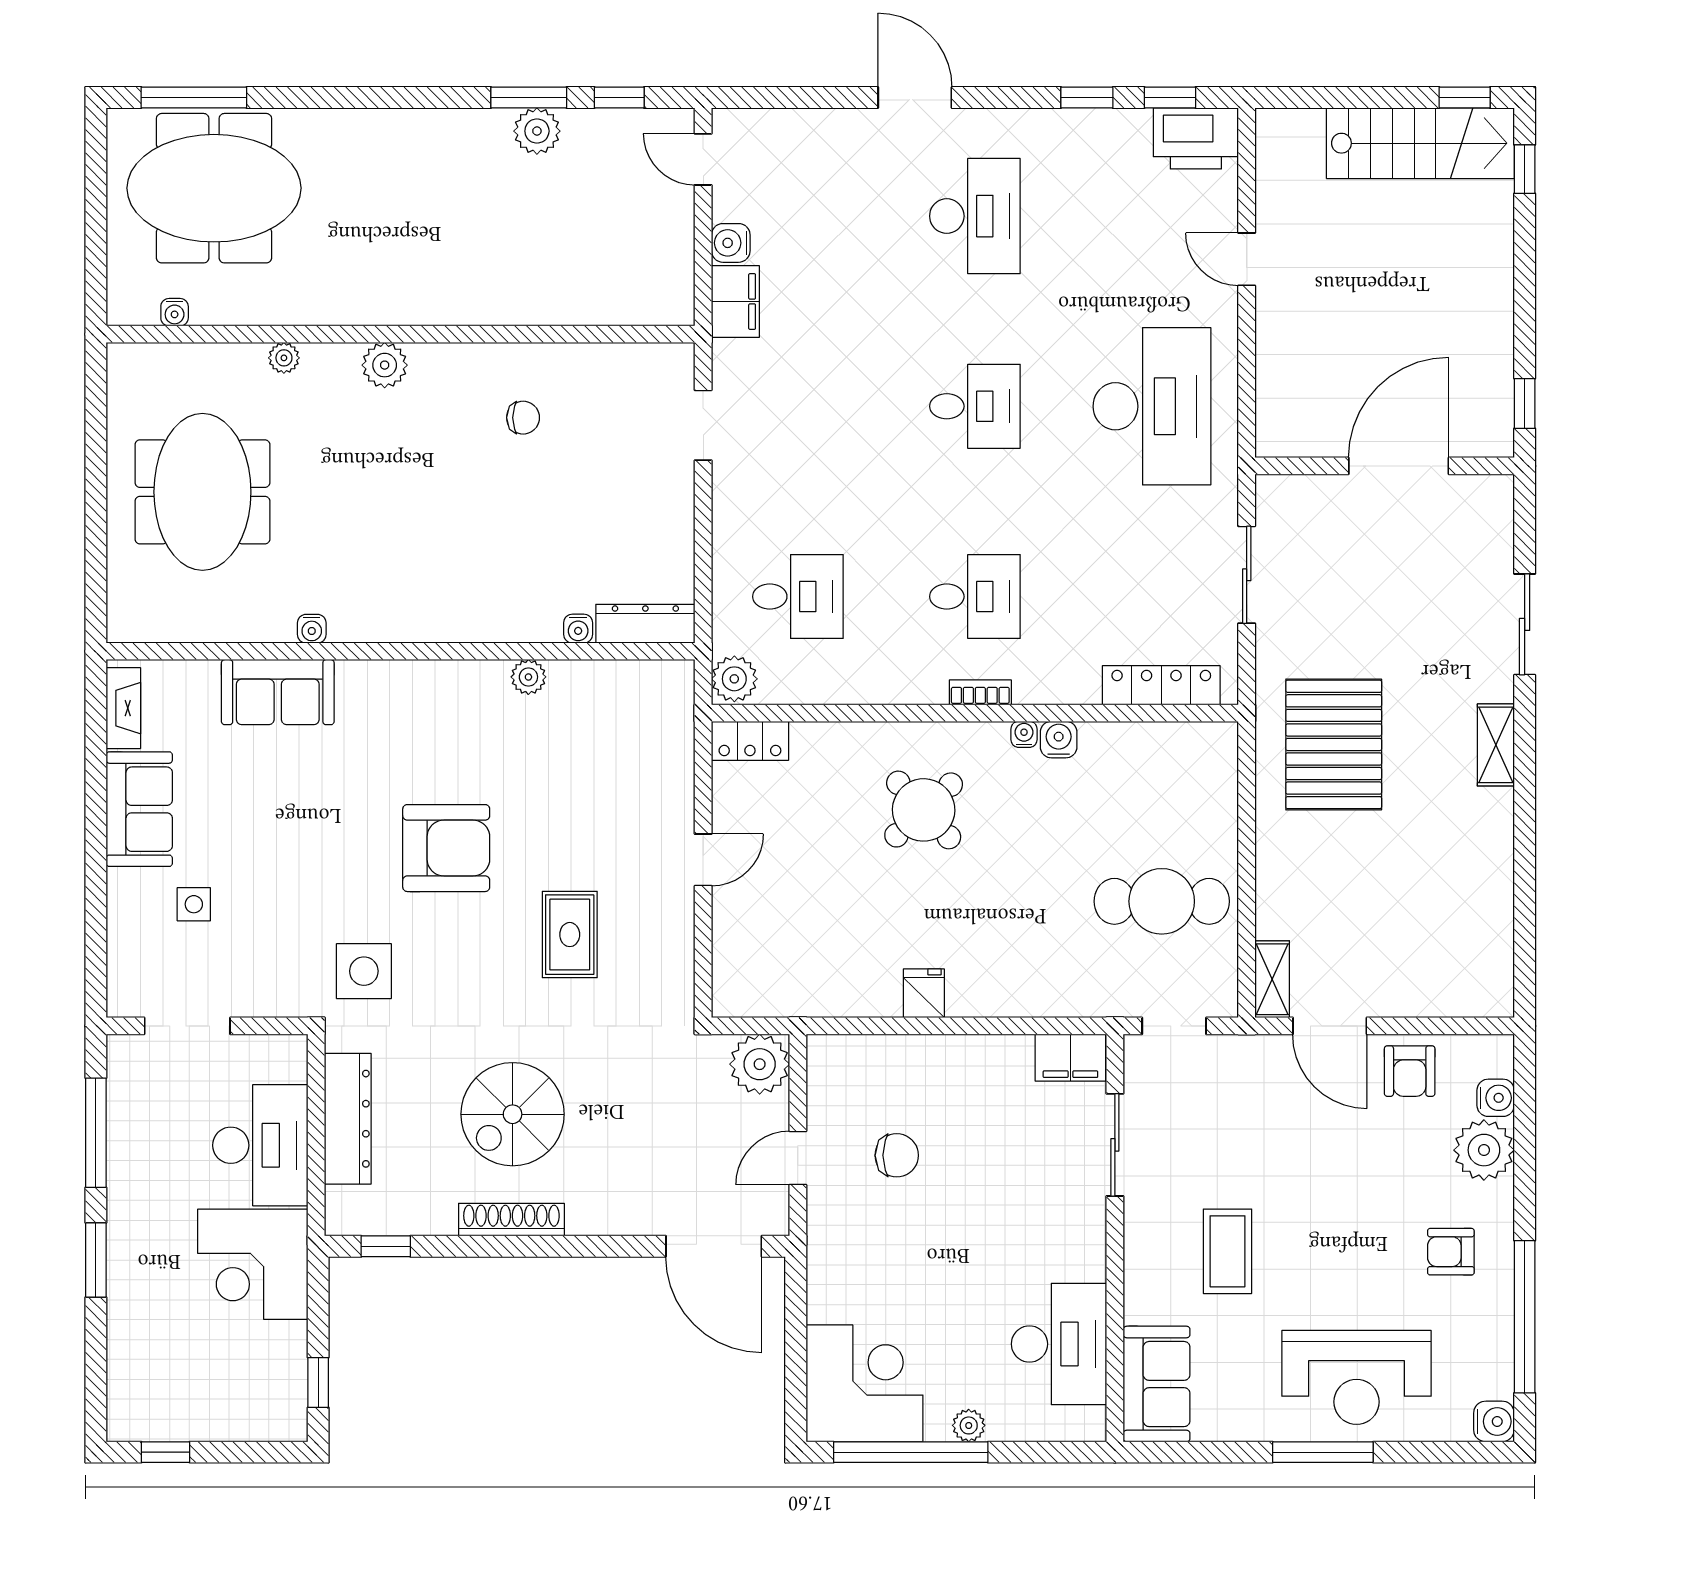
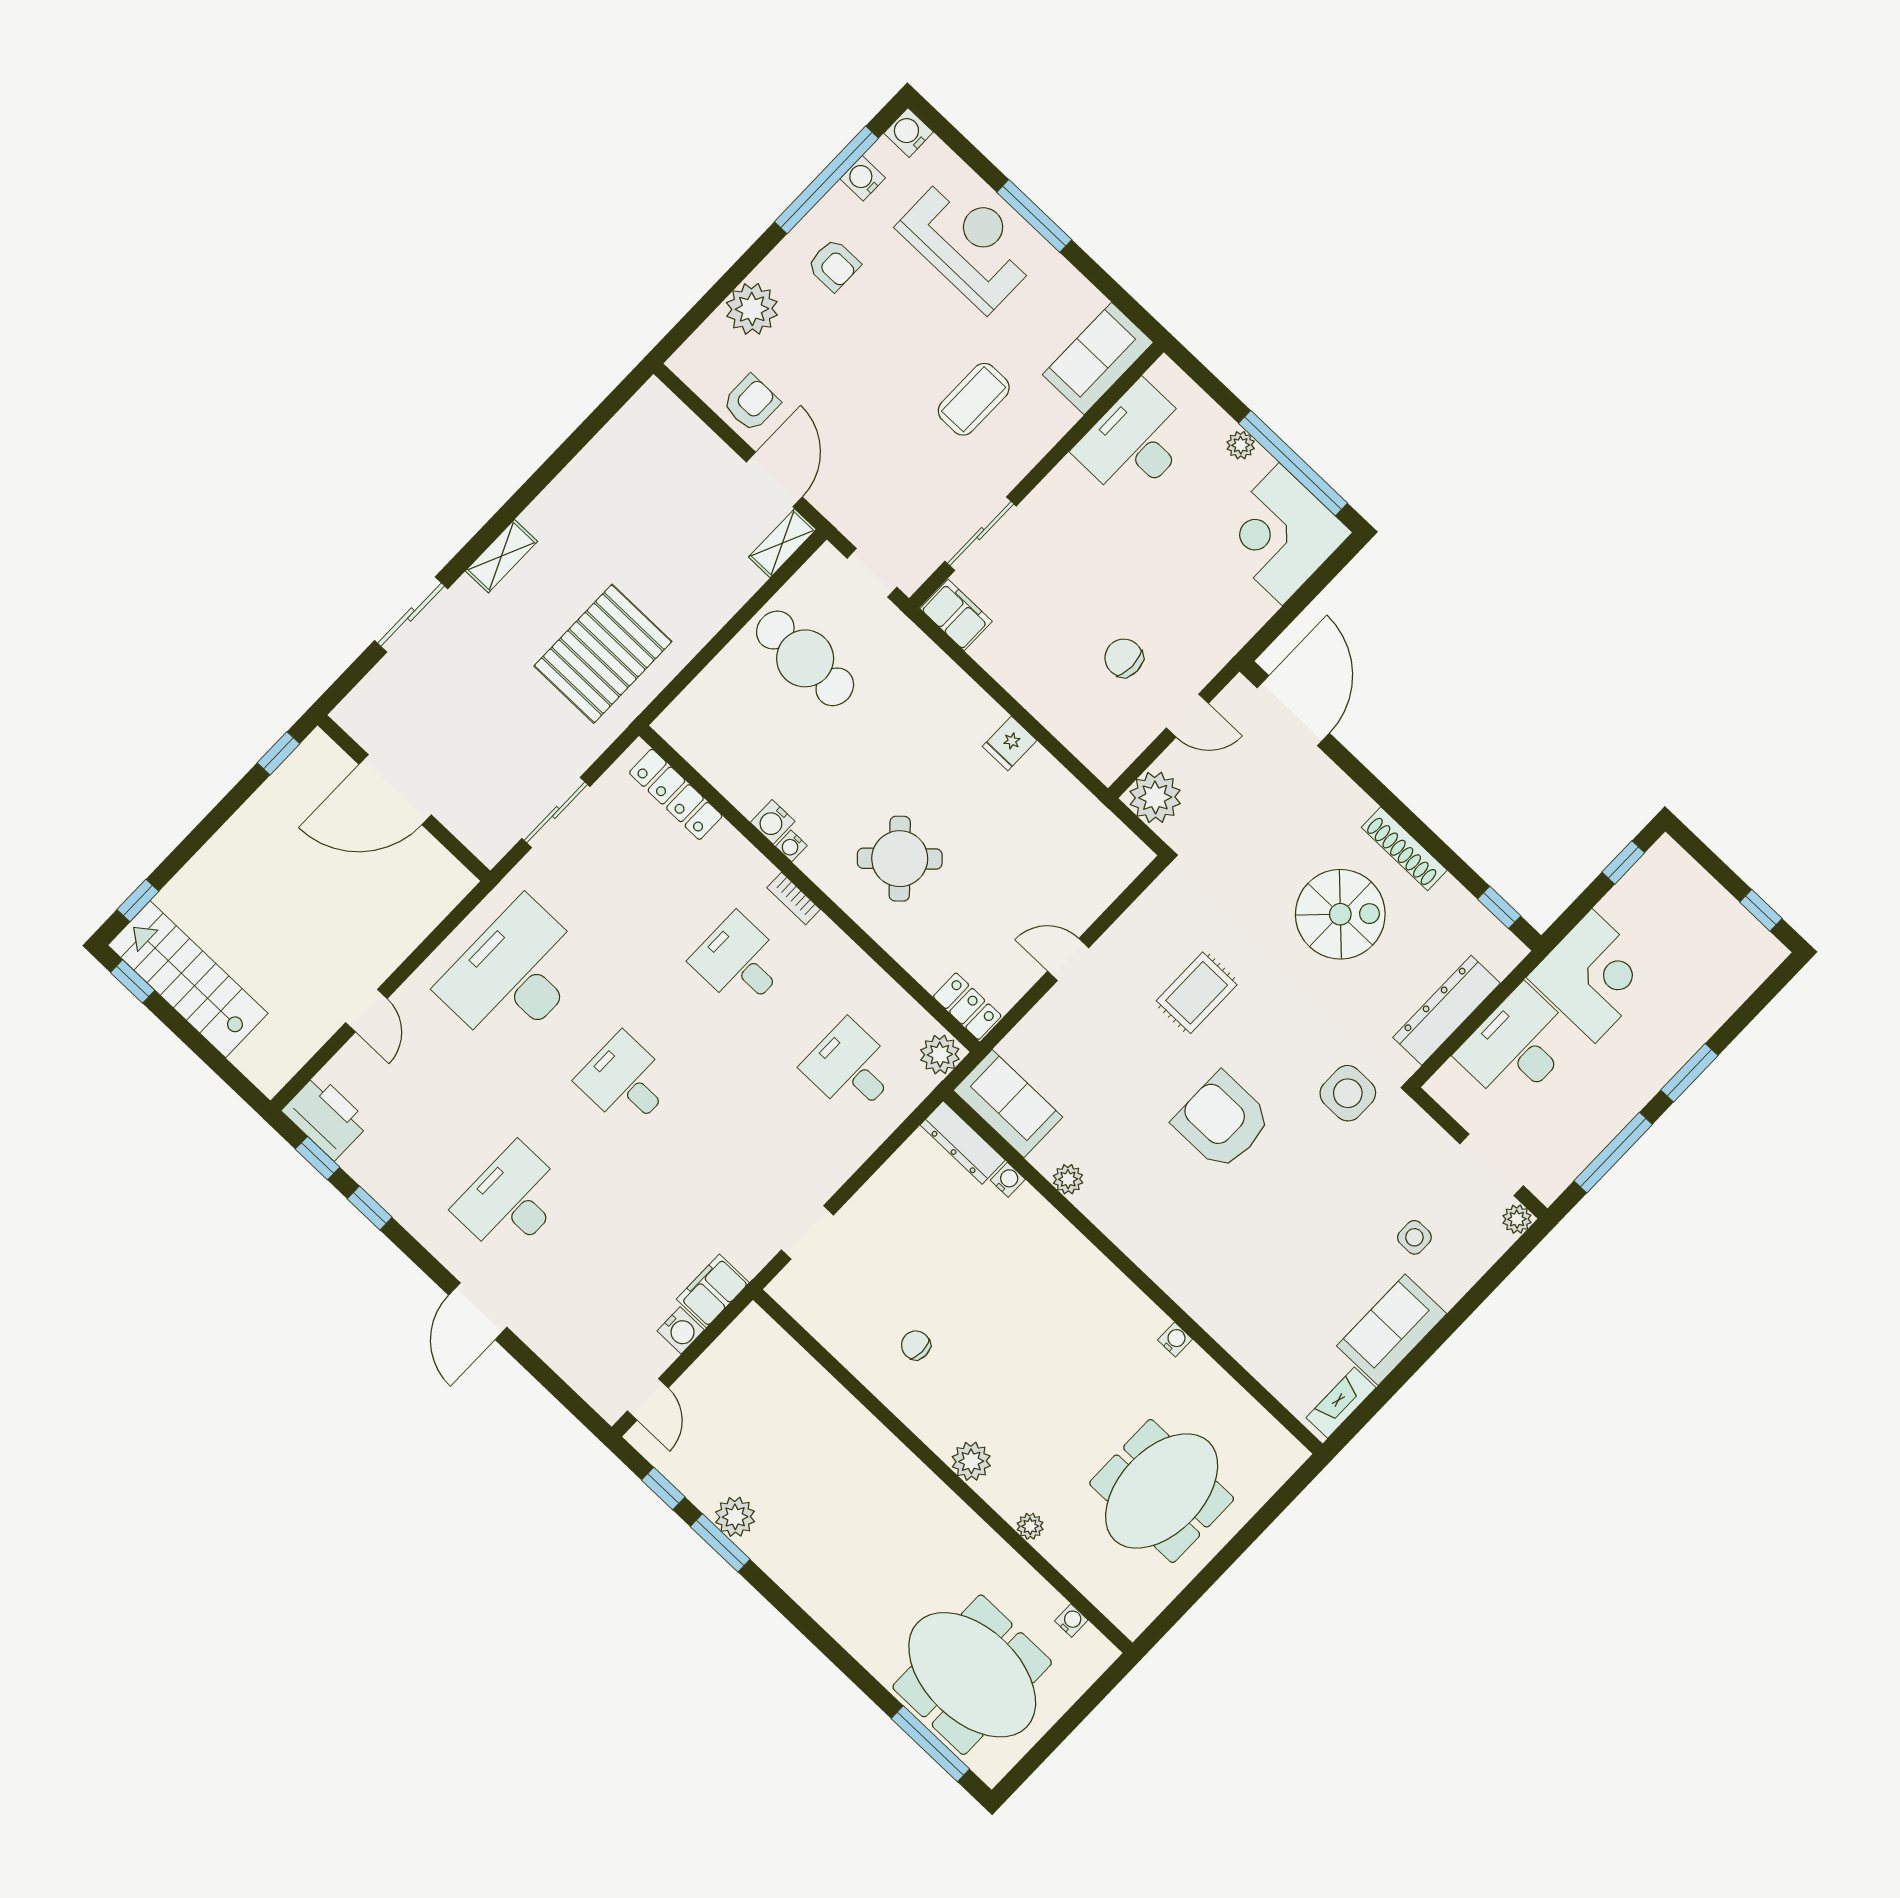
sofa: (278, 692) -> (1008, 1104), moved
plant: (123, 1001) -> (1517, 1219), added
water cooler: (1496, 1098) -> (863, 178), moved

